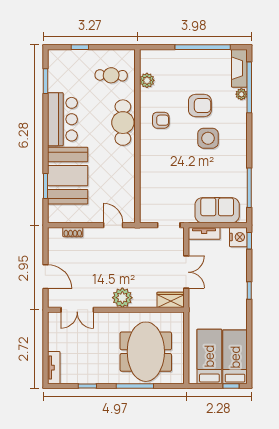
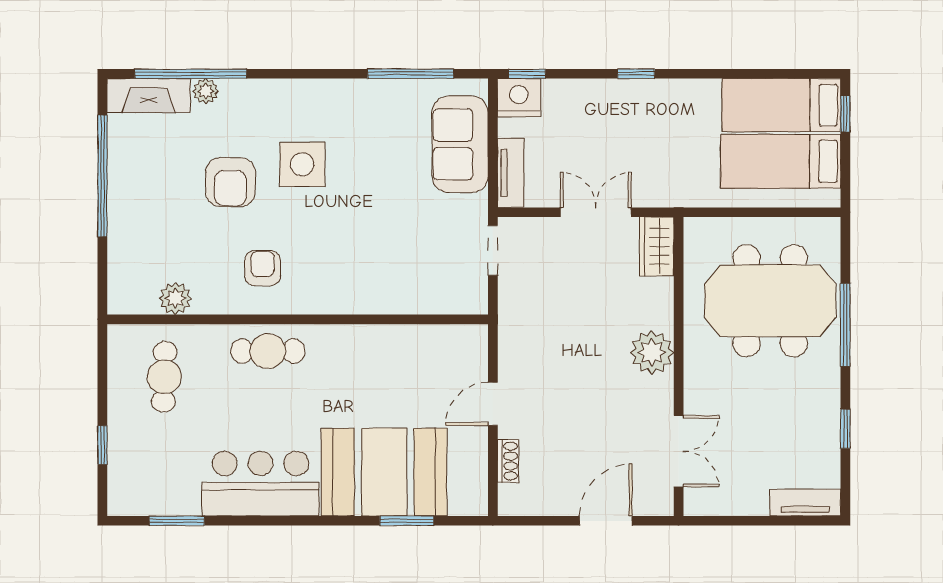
armchair: (200, 106) -> (230, 182), turned 180
cafe table: (123, 123) -> (268, 351), width x0.73, depth x0.74
door: (113, 225) -> (493, 404), moved

